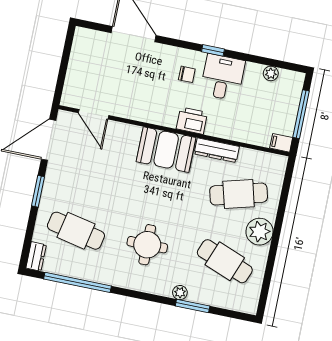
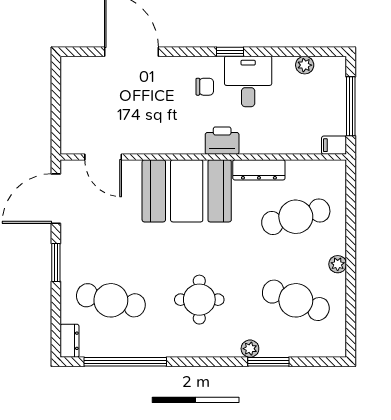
booth: (166, 150) -> (187, 191), width x1.36, depth x1.42
plant: (260, 232) -> (338, 264), width x0.53, depth x0.53

